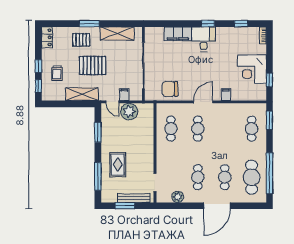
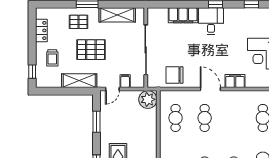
locker: (47, 37) -> (41, 30), moved
window: (38, 66) -> (32, 50), removed
filing cabinet: (226, 95) -> (235, 81), width x2.00
door: (112, 102) -> (112, 89), hinge flipped
door: (203, 102) -> (210, 89), hinge flipped
plant: (129, 112) -> (148, 99), moved

